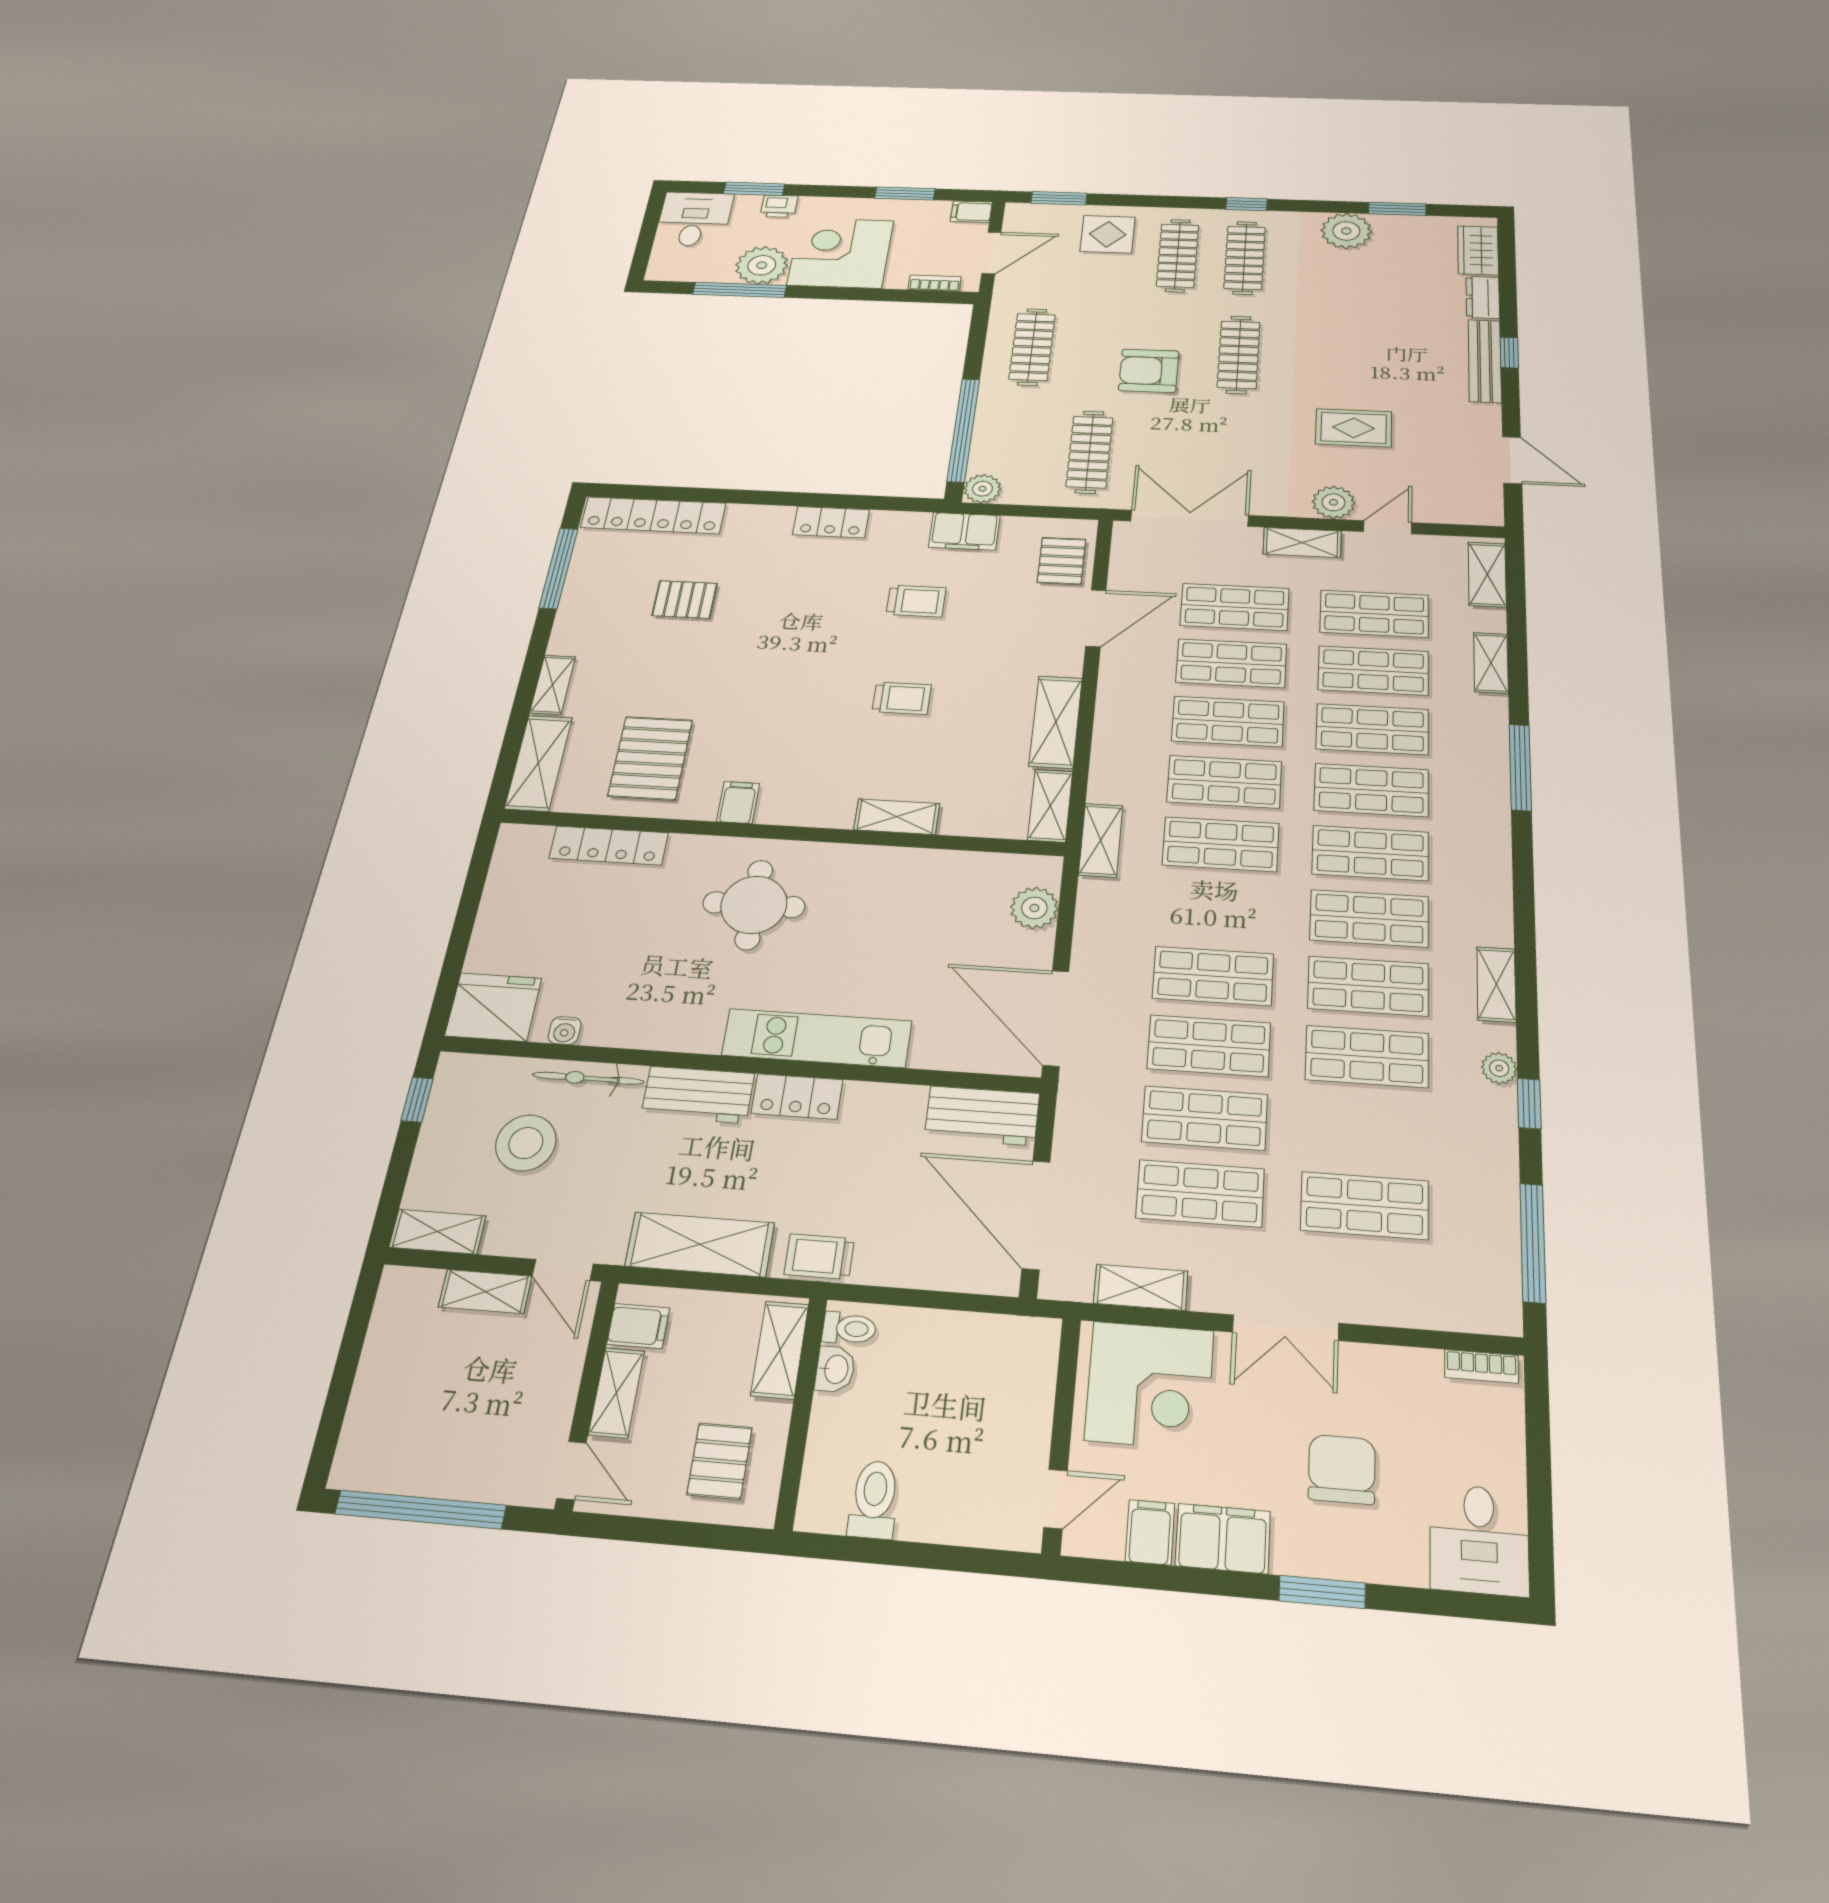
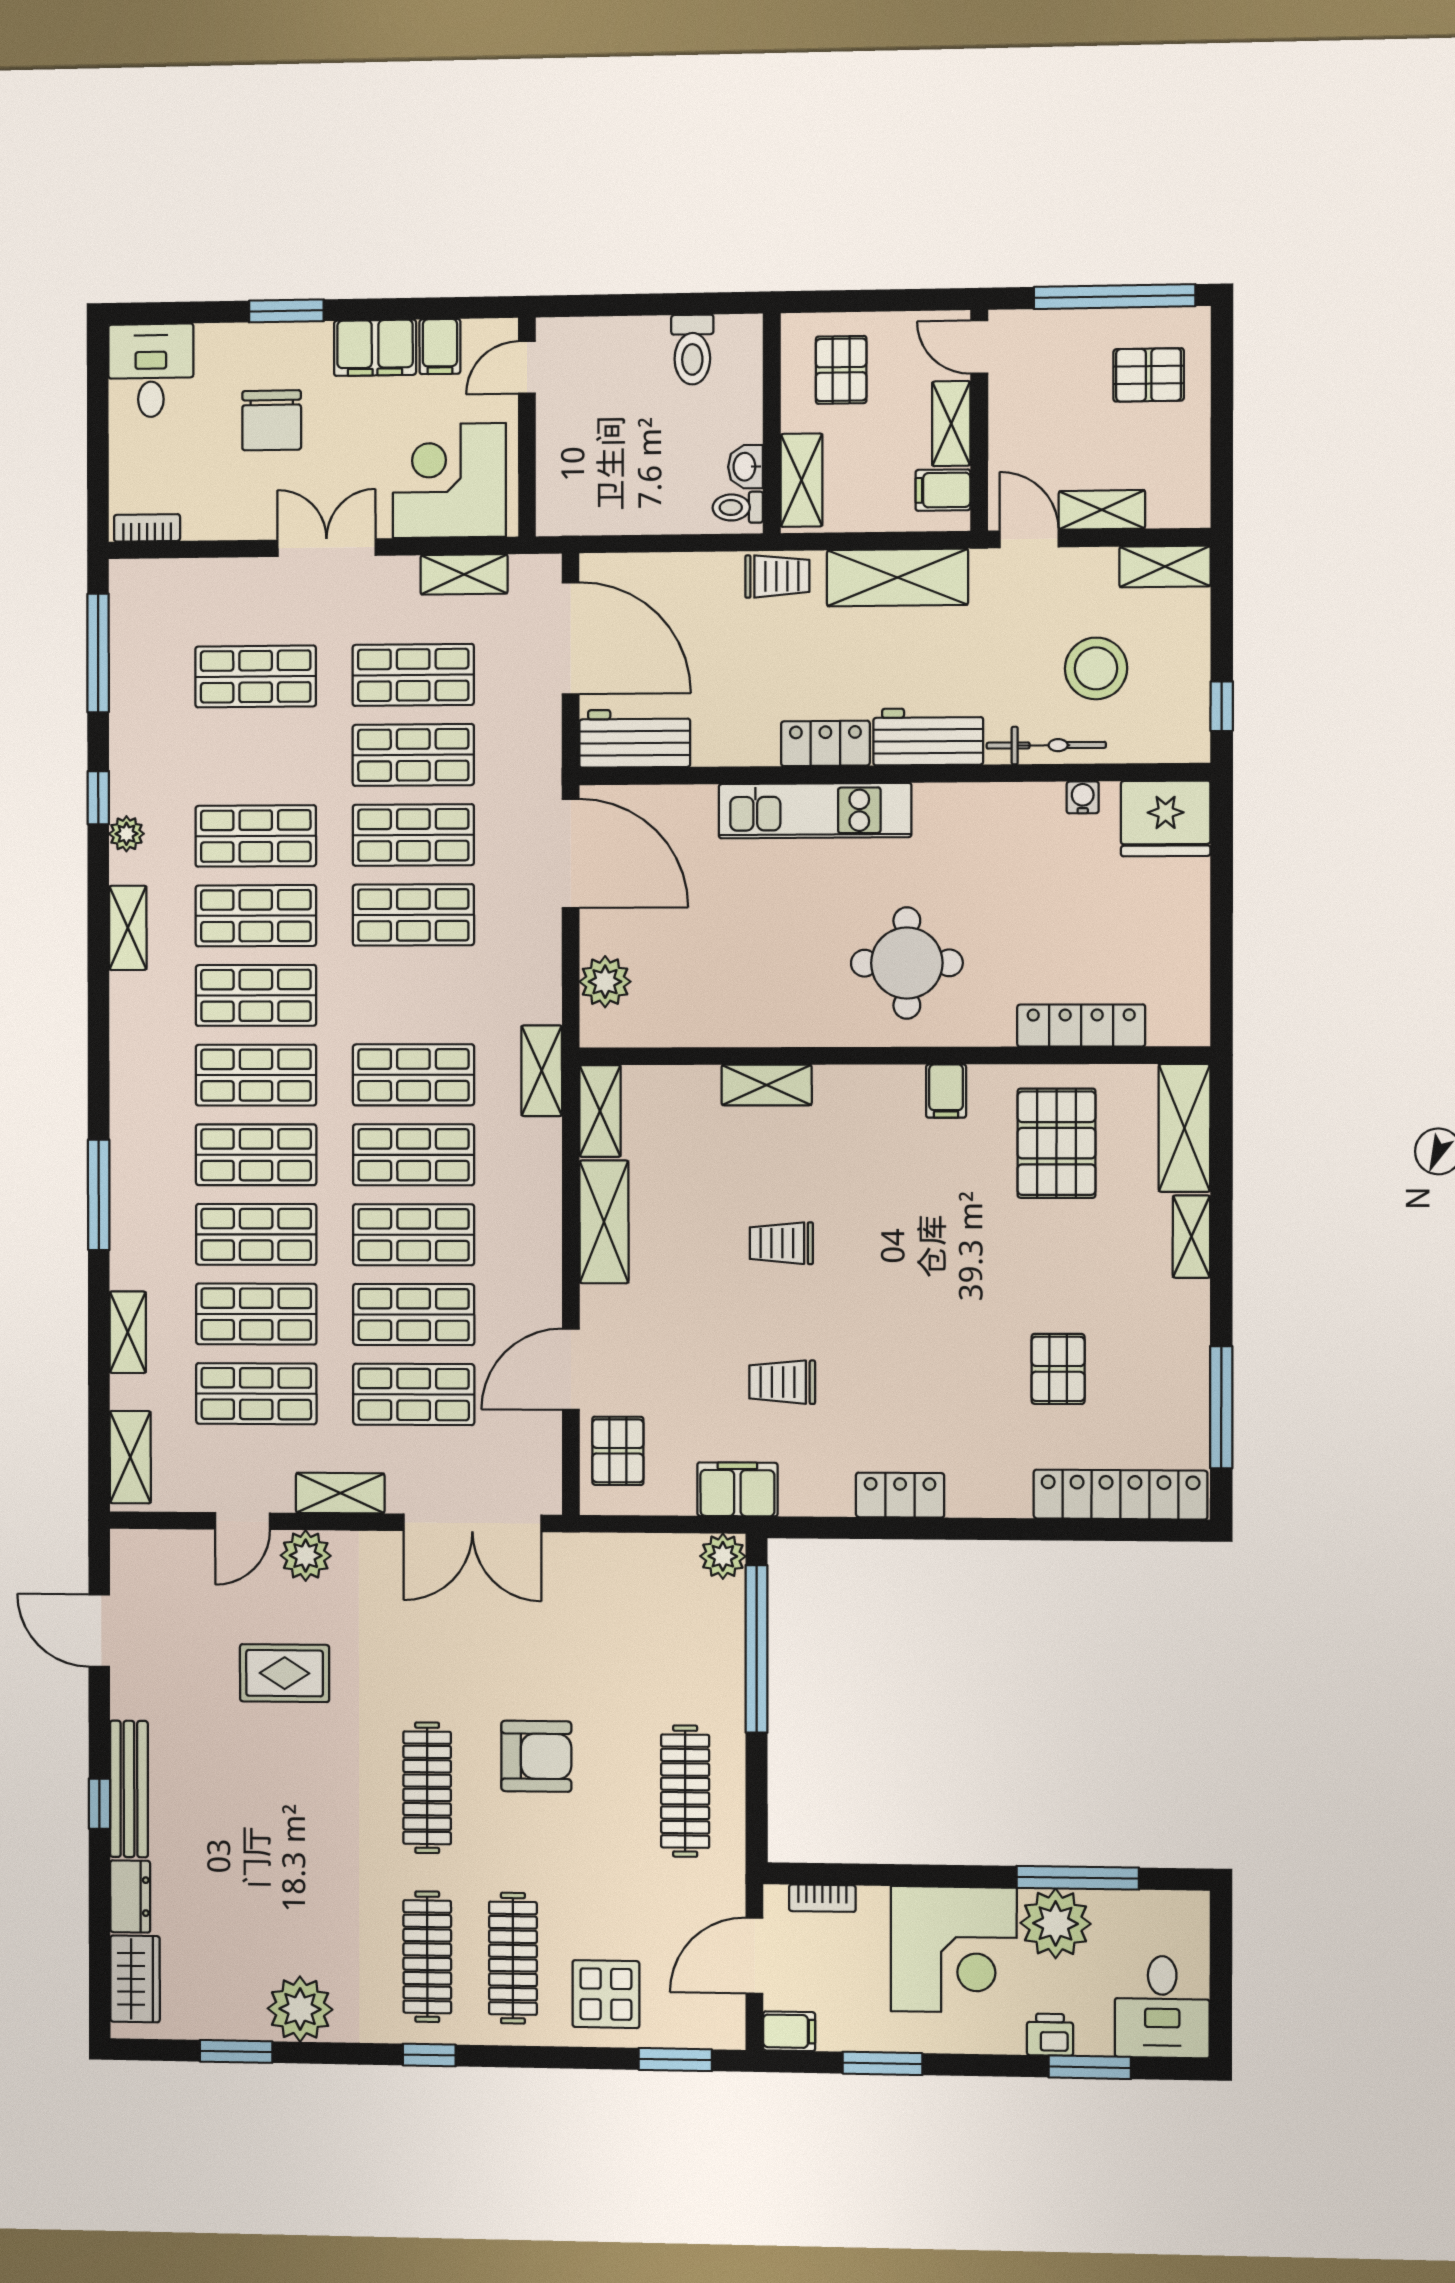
clothes rail: (1090, 452) -> (599, 1620), removed
pallet: (685, 600) -> (1058, 1369), turned 90
pallet: (406, 1423) -> (1149, 375), added

